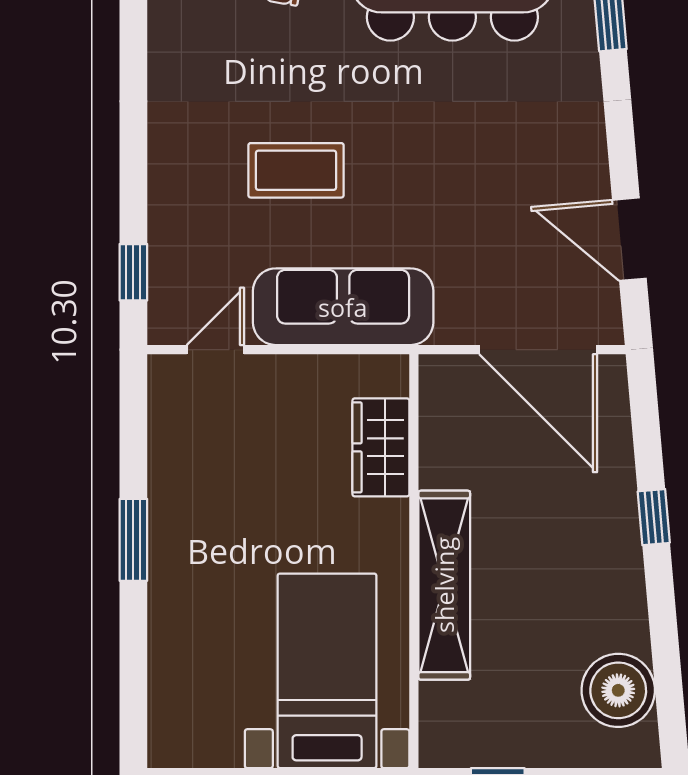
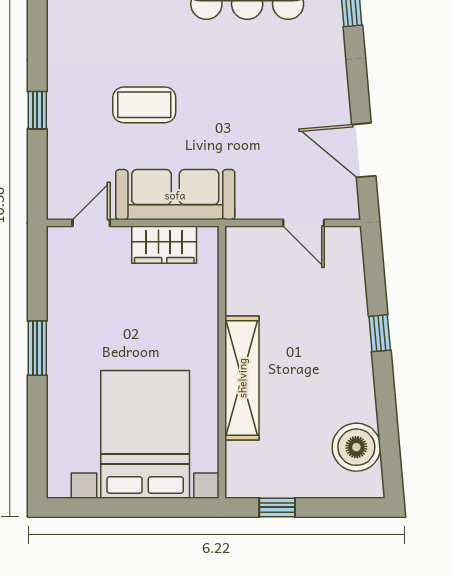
window: (133, 272) -> (37, 110), moved
door: (538, 350) -> (304, 223), width x0.53
wardrobe: (381, 447) -> (164, 245), moved, turned -90
bed with nightstands: (327, 671) -> (145, 434), width x1.36

